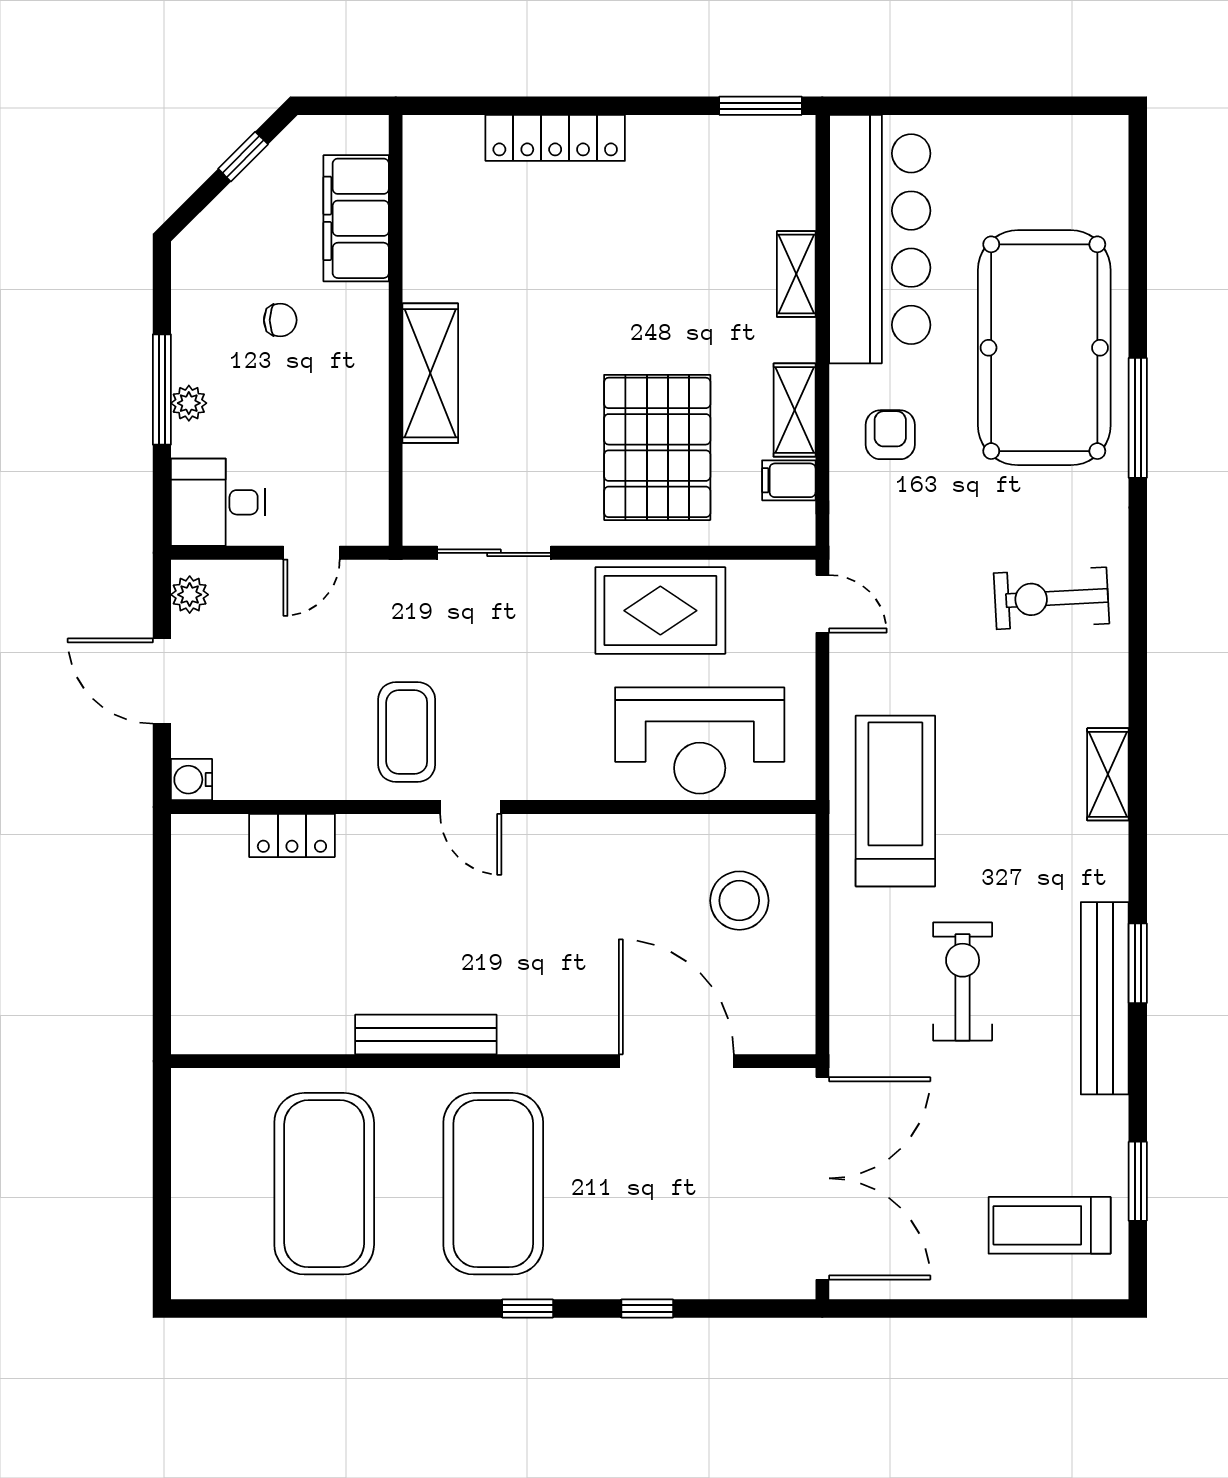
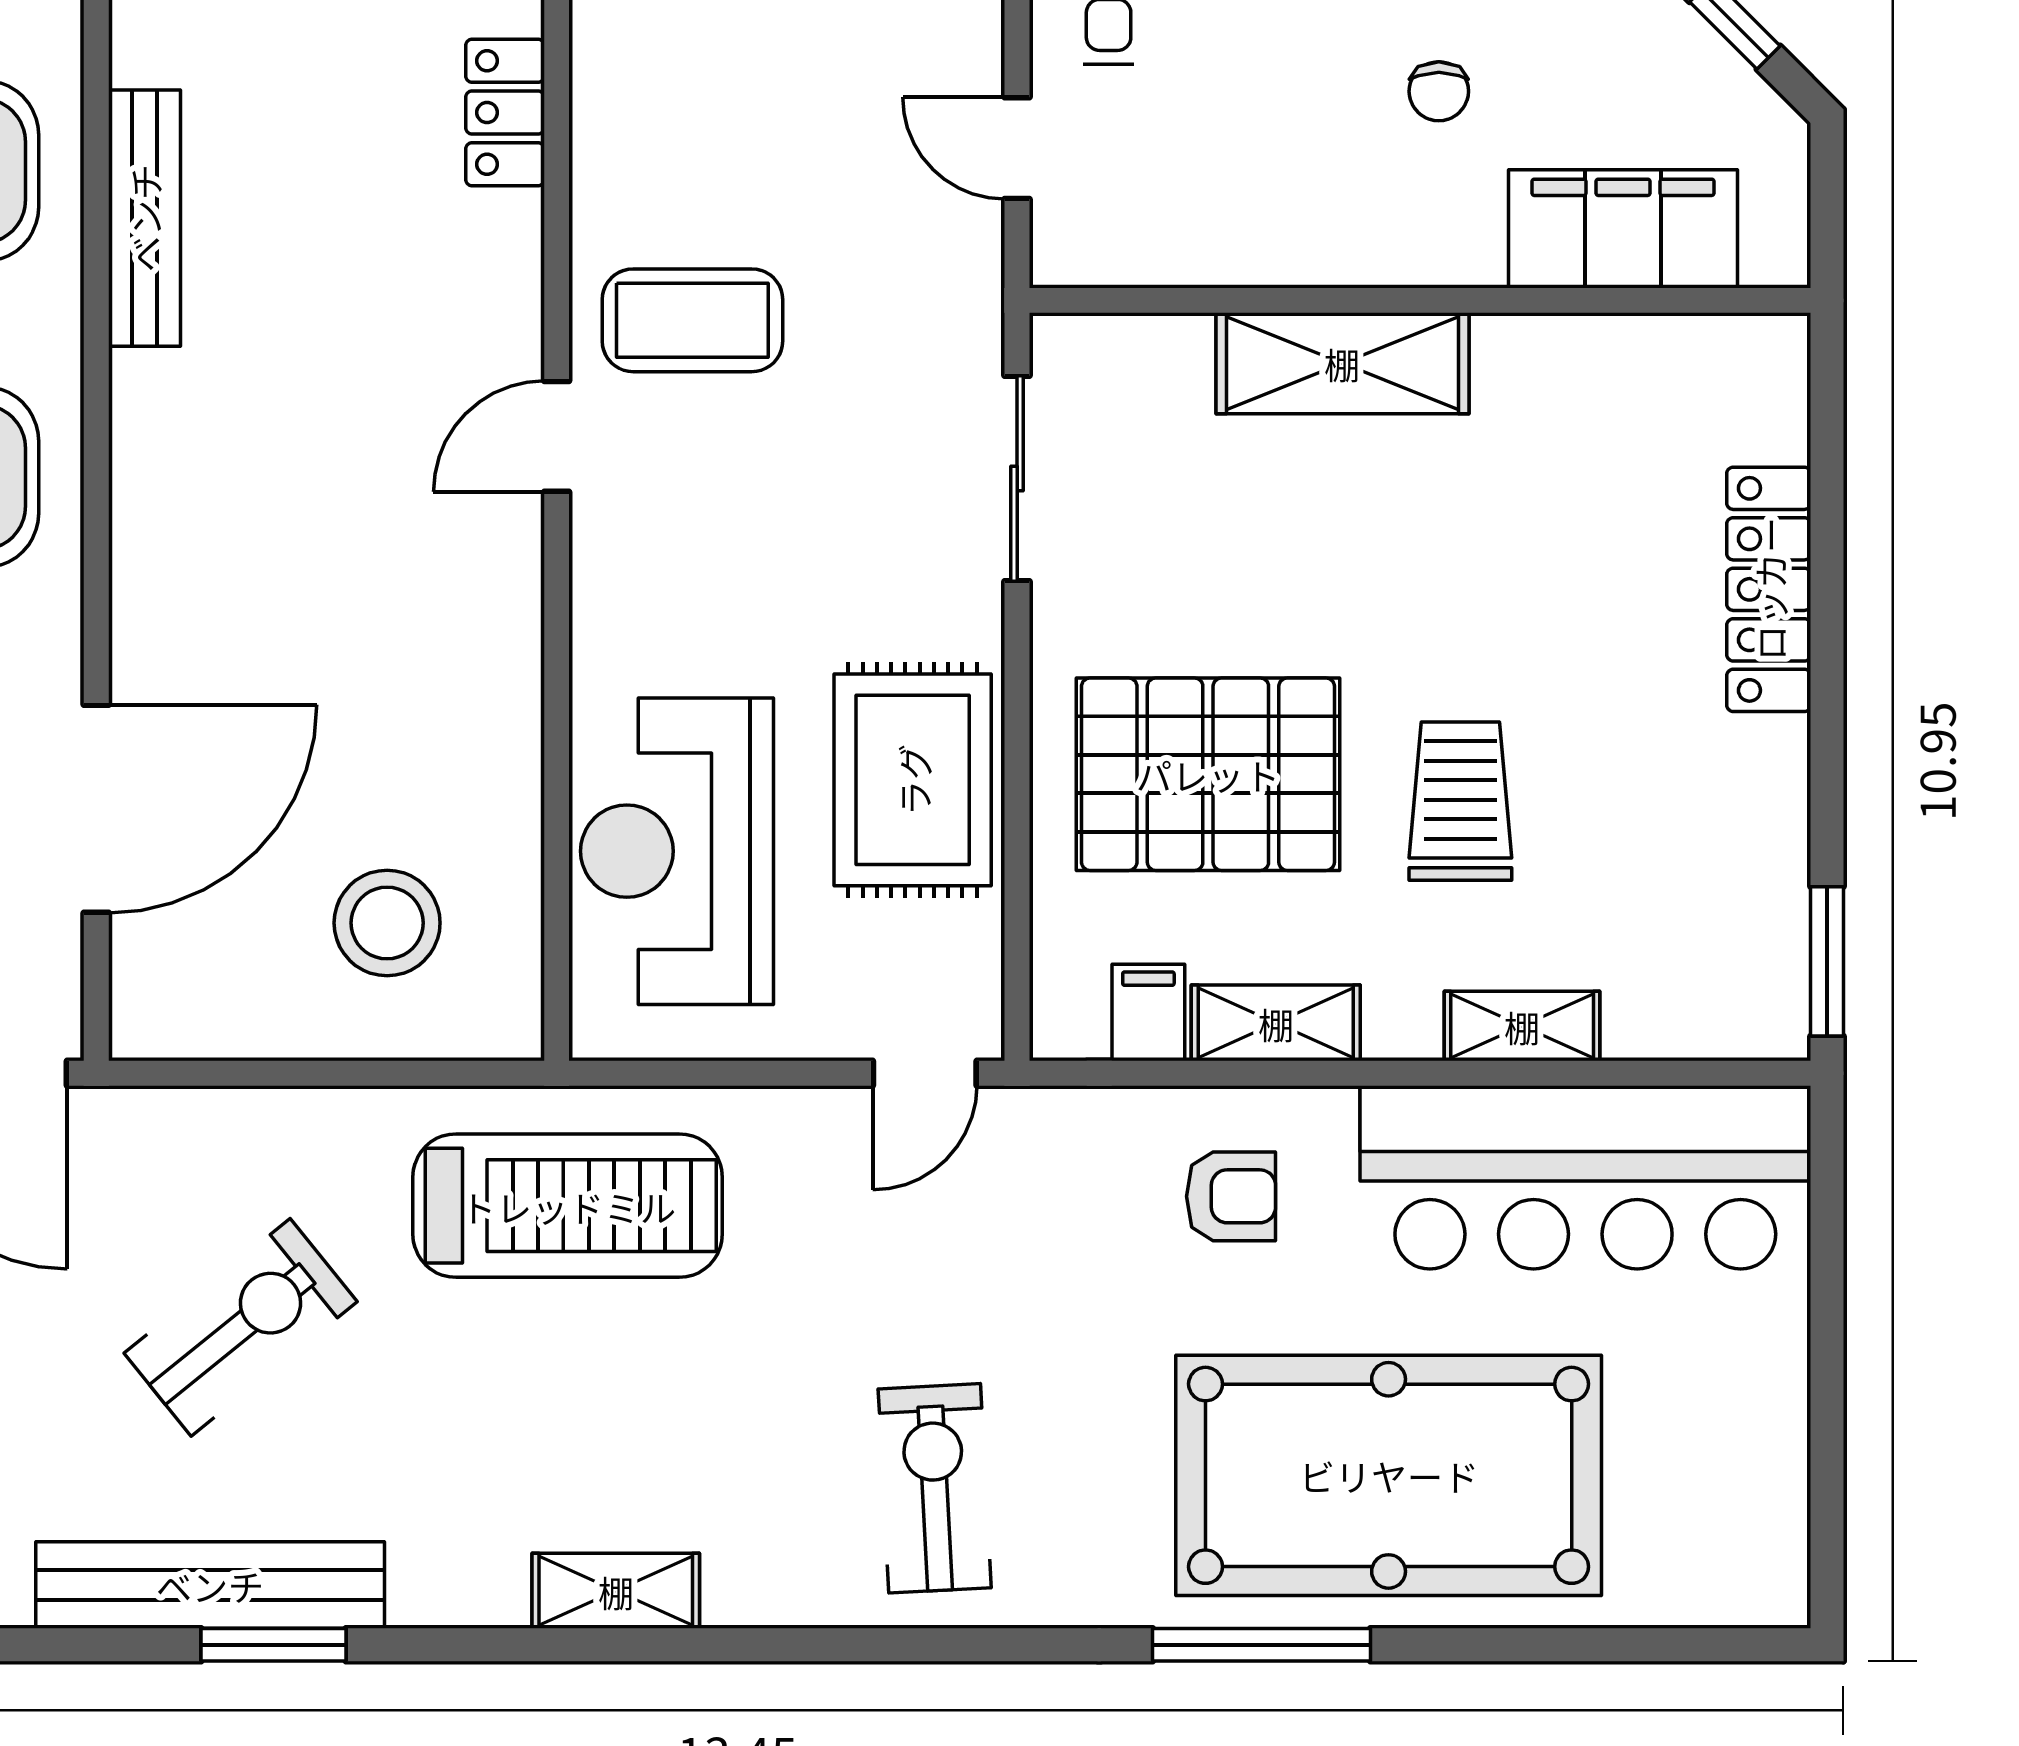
trolley: (672, 308) -> (1460, 801), added
exercise bike: (963, 981) -> (241, 1327), turned -39
bench: (426, 1035) -> (144, 218), moved

